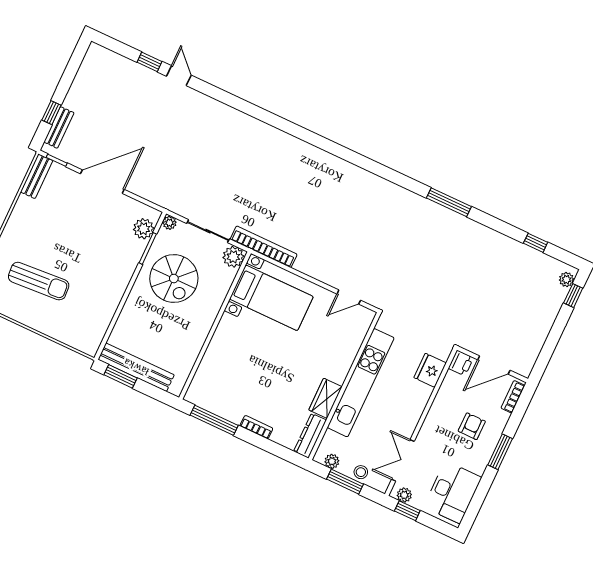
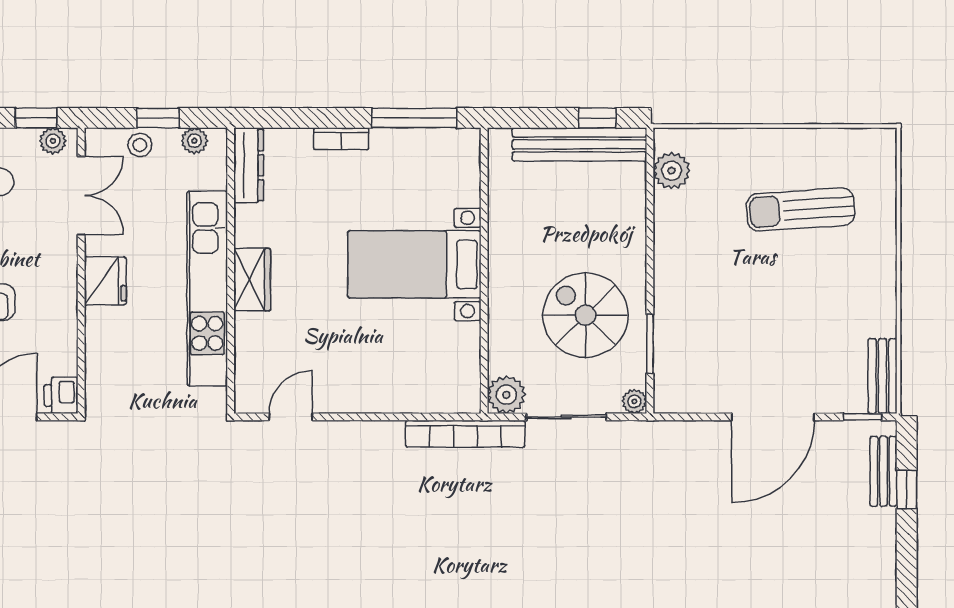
plant: (144, 229) -> (672, 171), moved
bed with nightstands: (271, 298) -> (414, 264), moved
fridge: (430, 370) -> (105, 281), moved
window: (121, 376) -> (597, 118), width x0.67
wardrobe: (325, 398) -> (252, 280), moved
window: (345, 482) -> (158, 118), width x0.67

